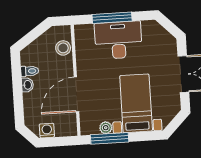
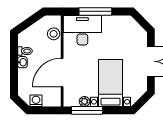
desk: (118, 40) -> (82, 30), moved

